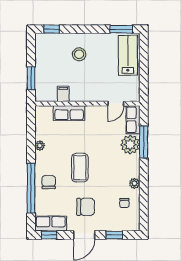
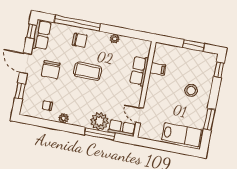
window: (121, 29) -> (209, 119), moved
window: (31, 78) -> (194, 45), moved

